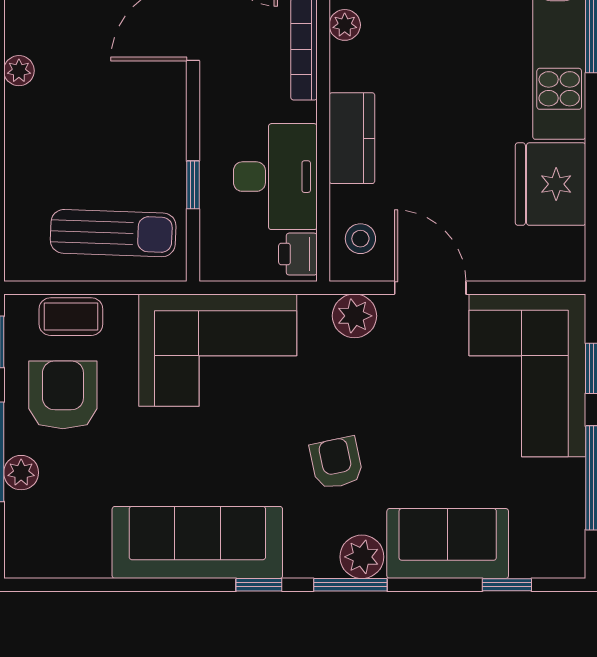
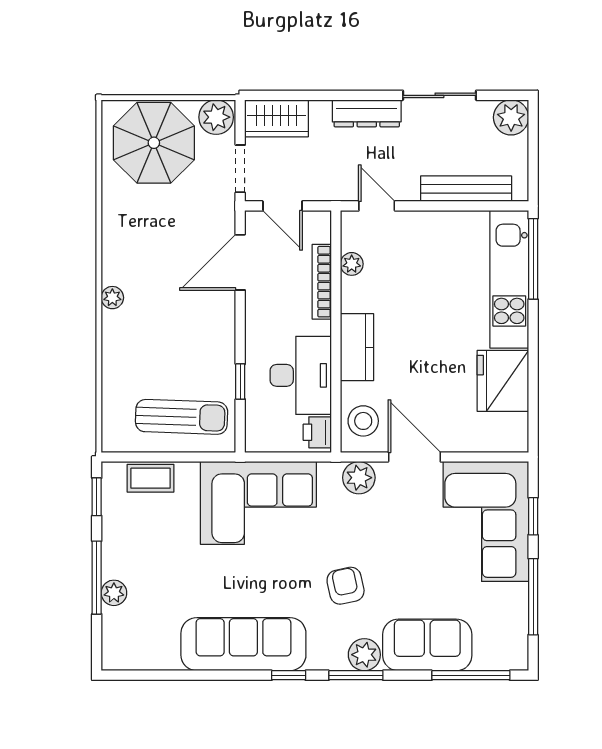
stool: (360, 239) -> (363, 421), width x1.37, depth x1.37
armchair: (63, 395) -> (145, 536), removed
window: (507, 585) -> (471, 675), width x2.17

